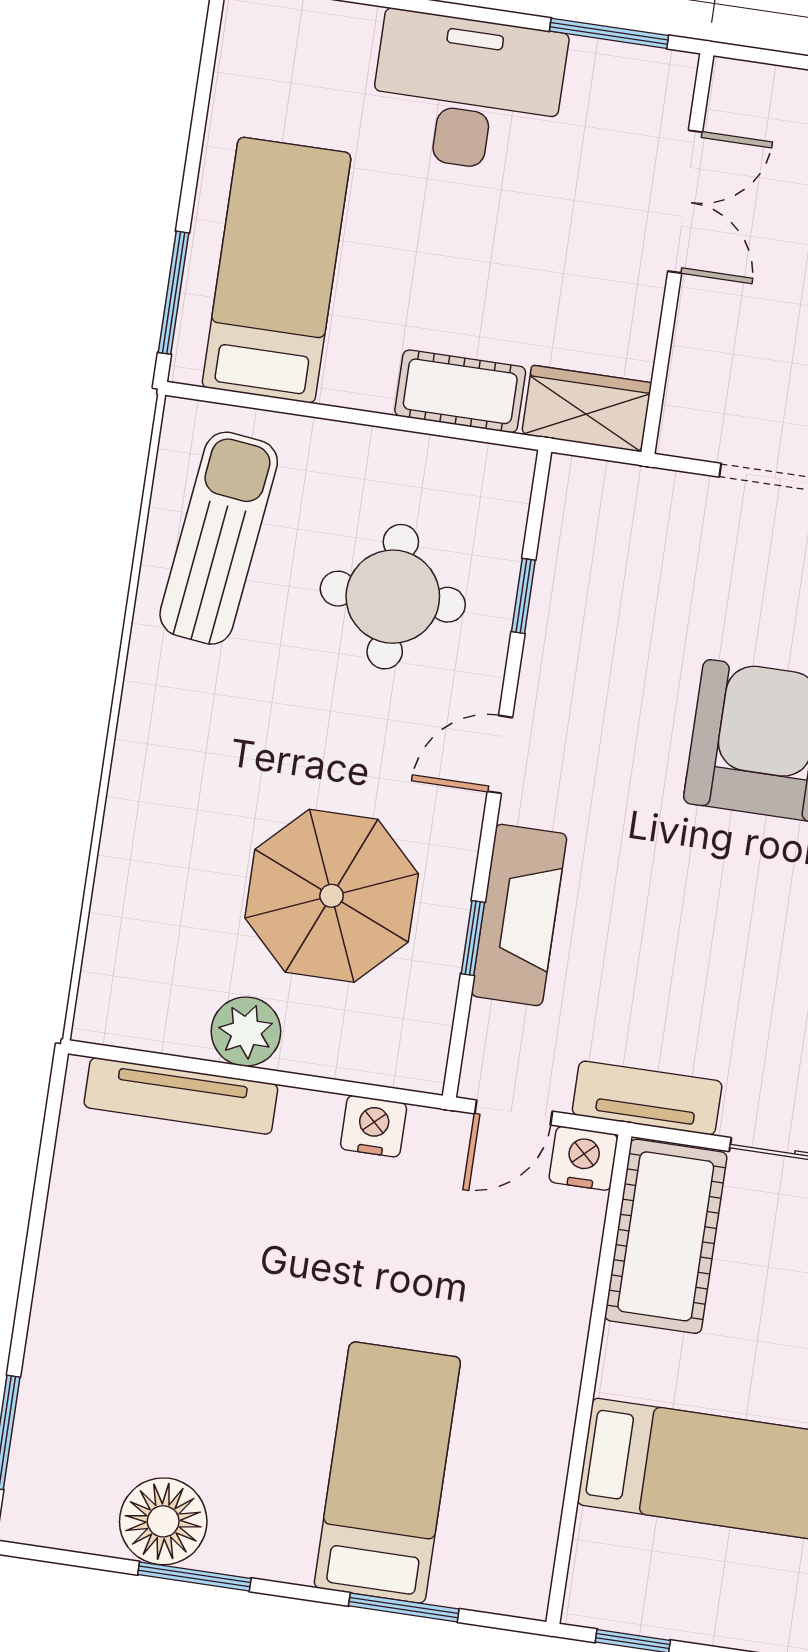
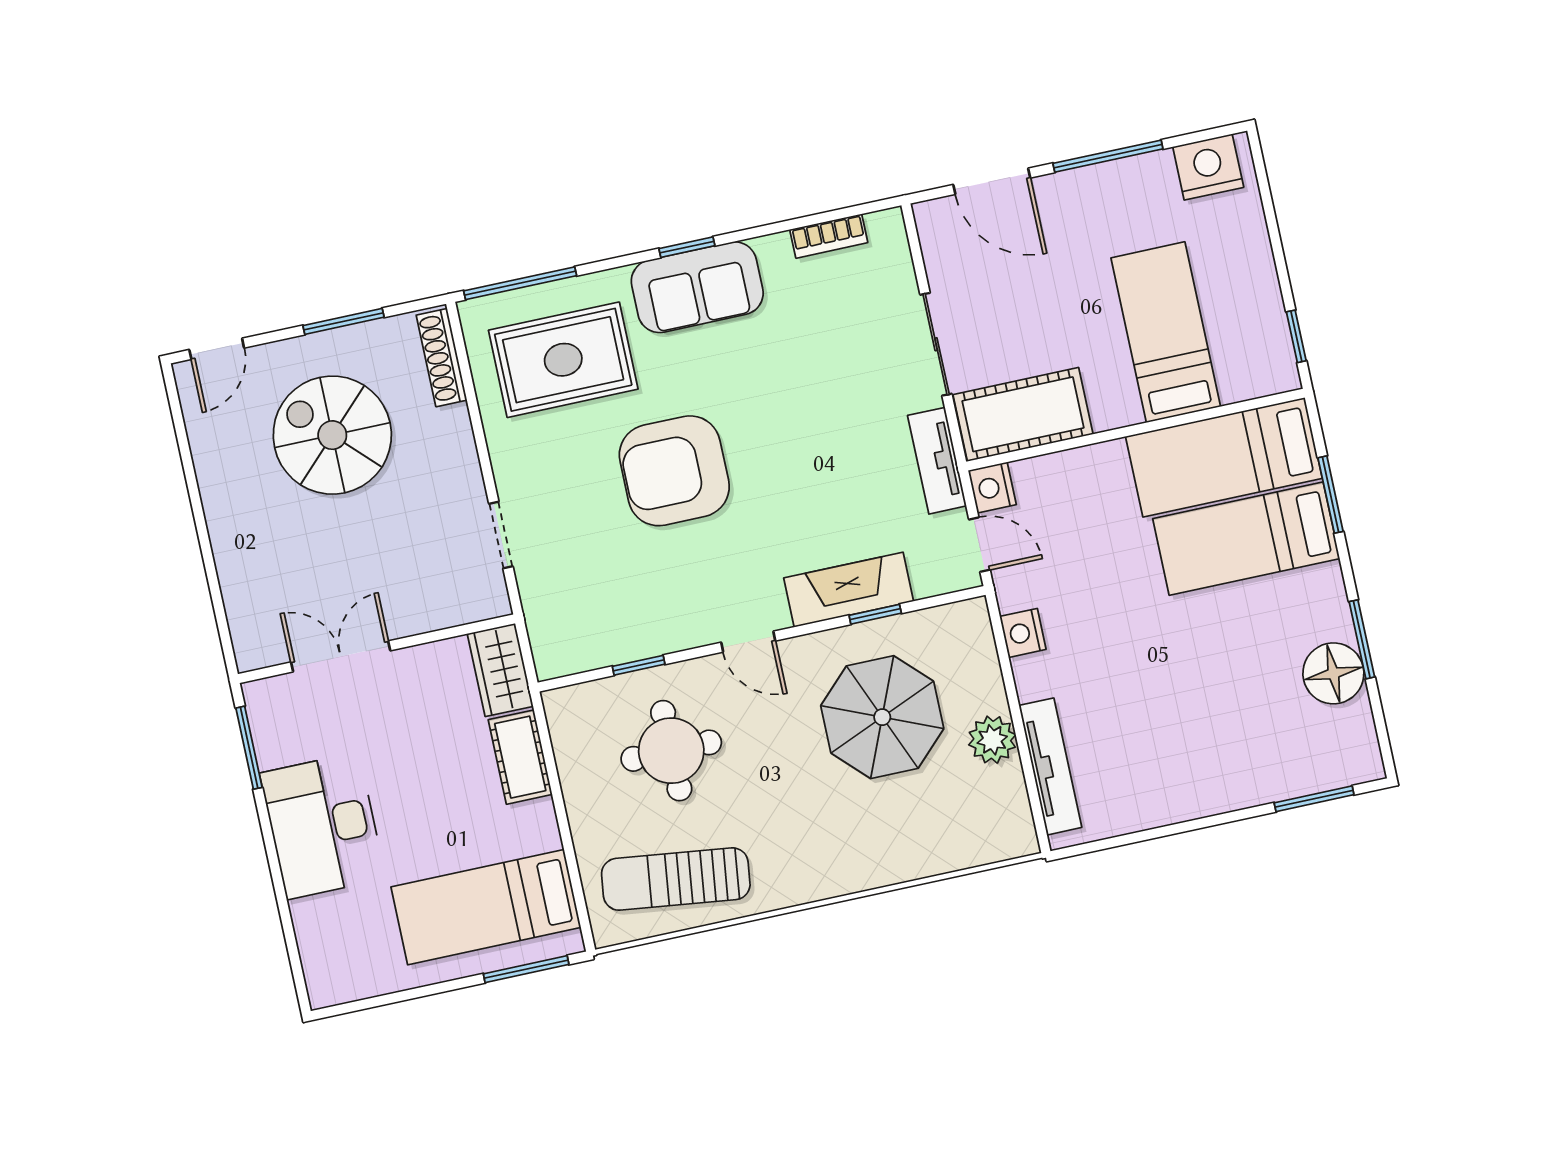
bed: (507, 1484) -> (1224, 457), added

